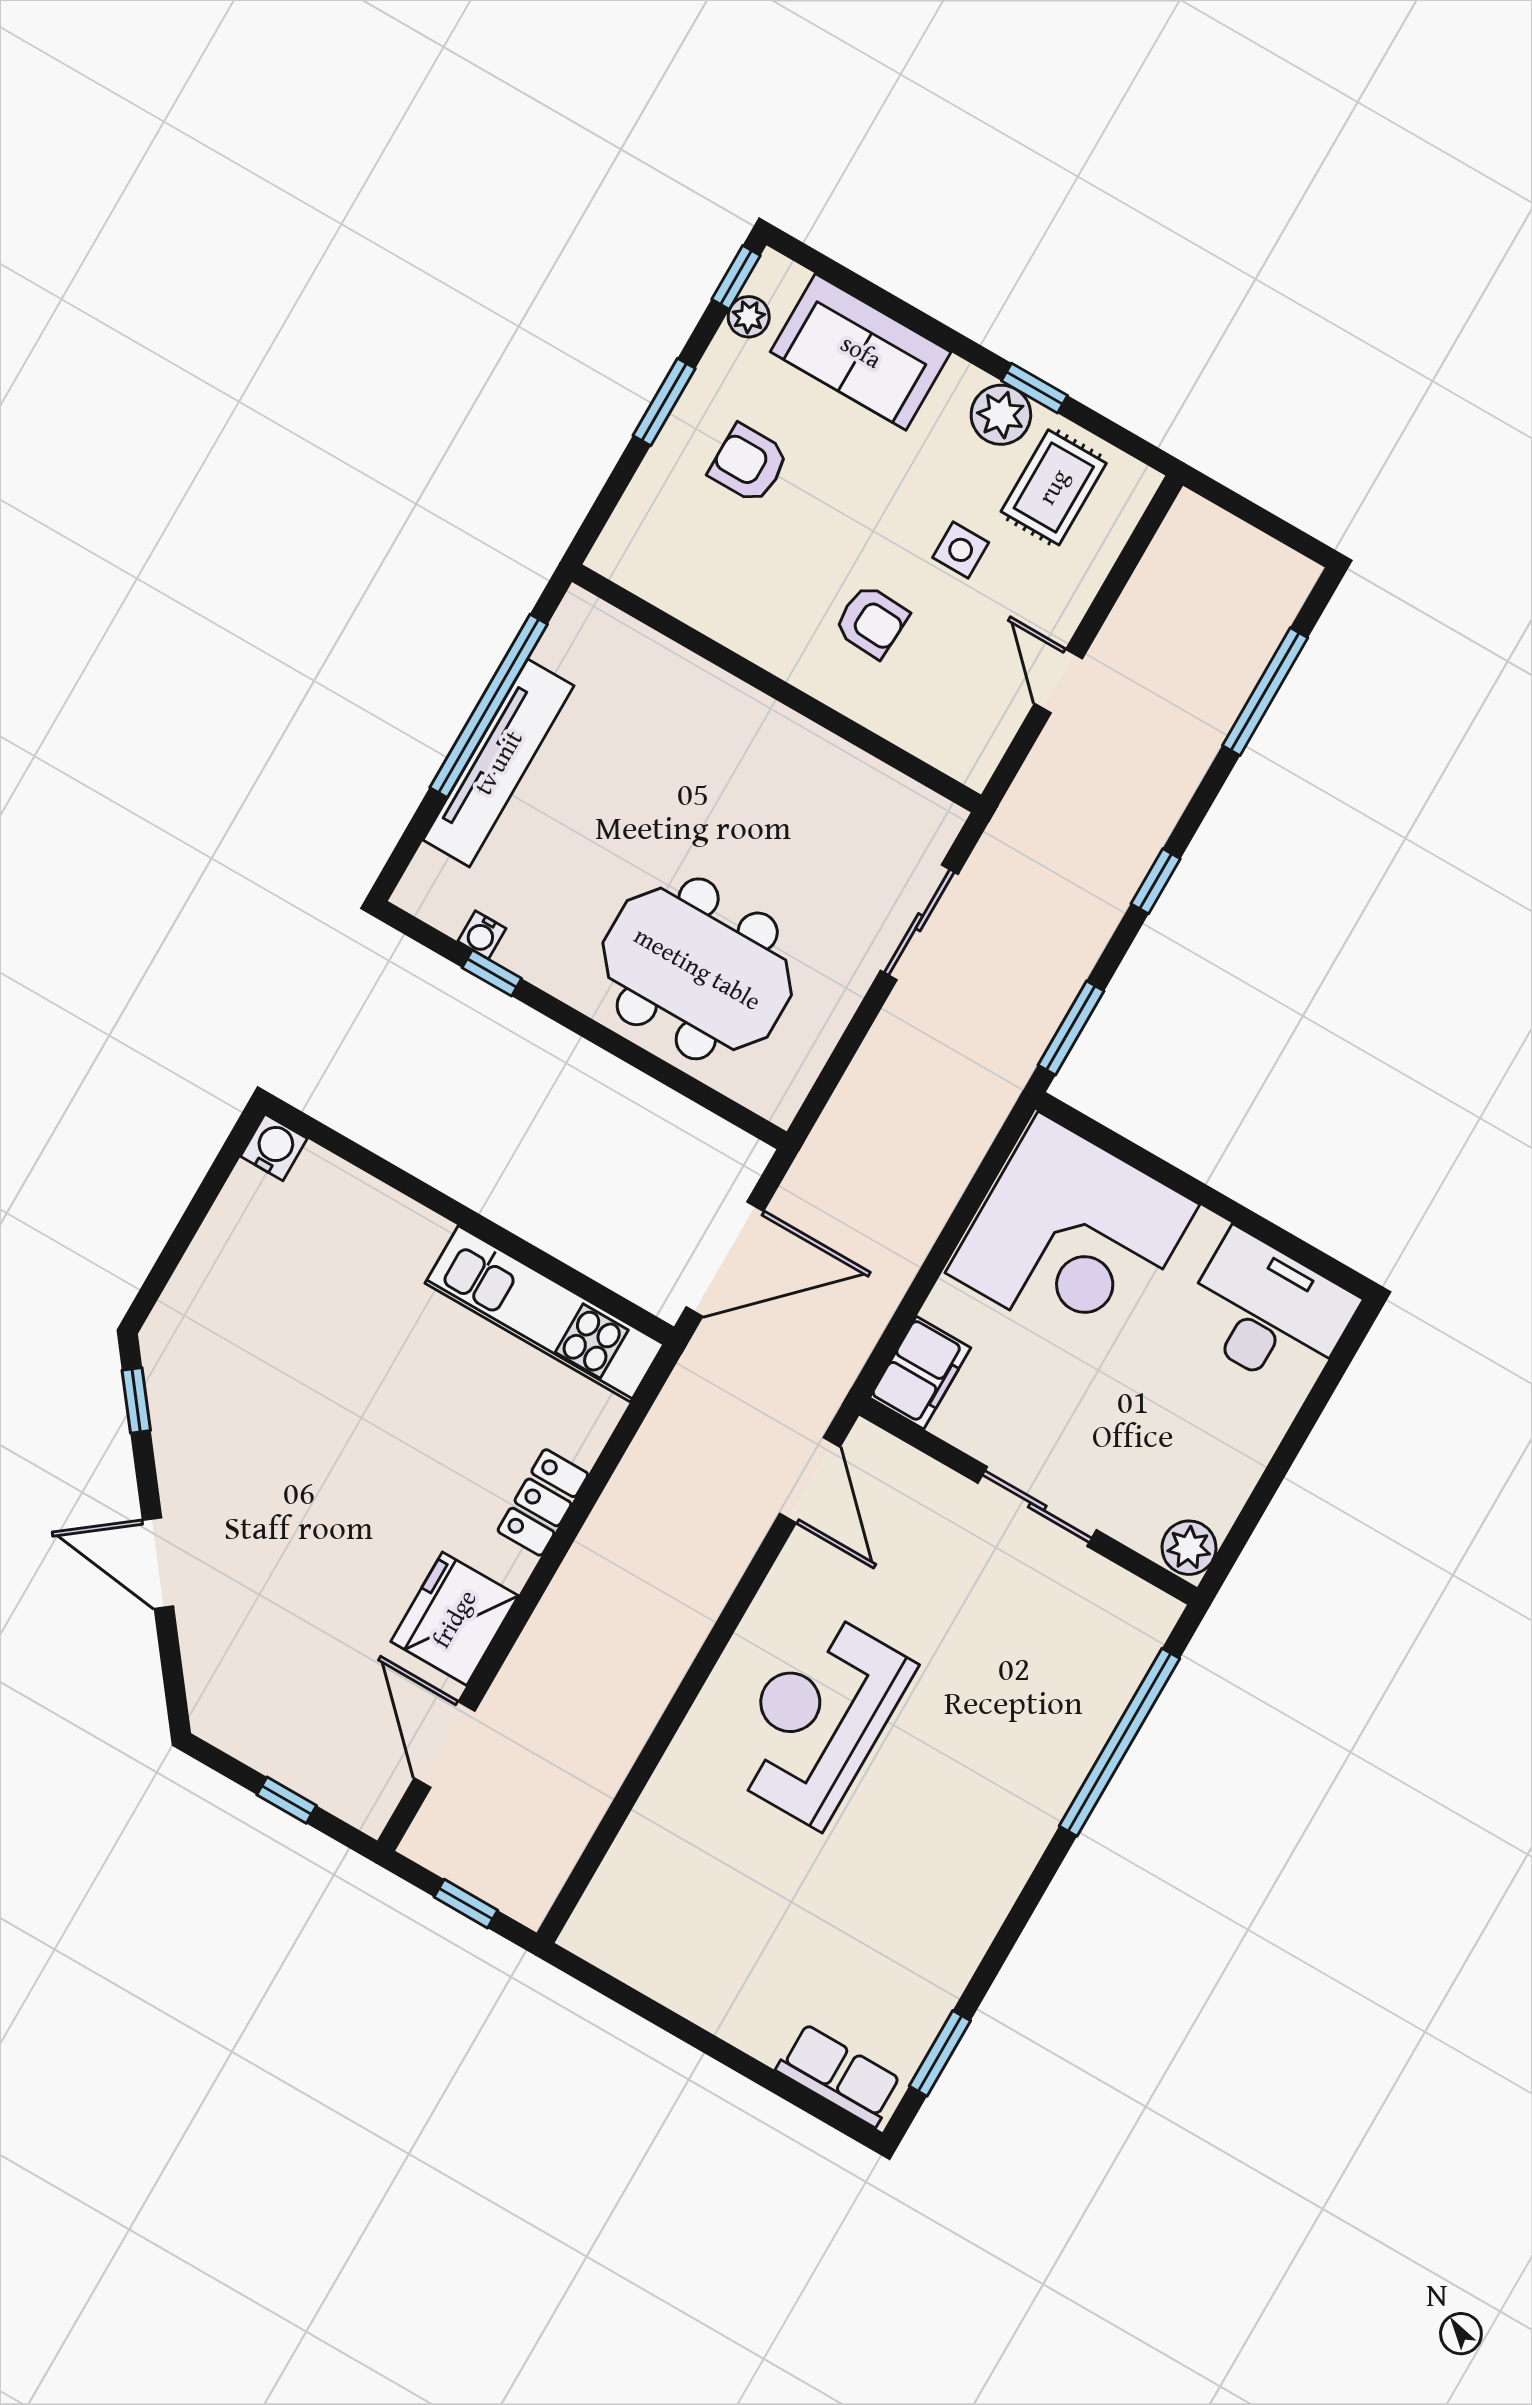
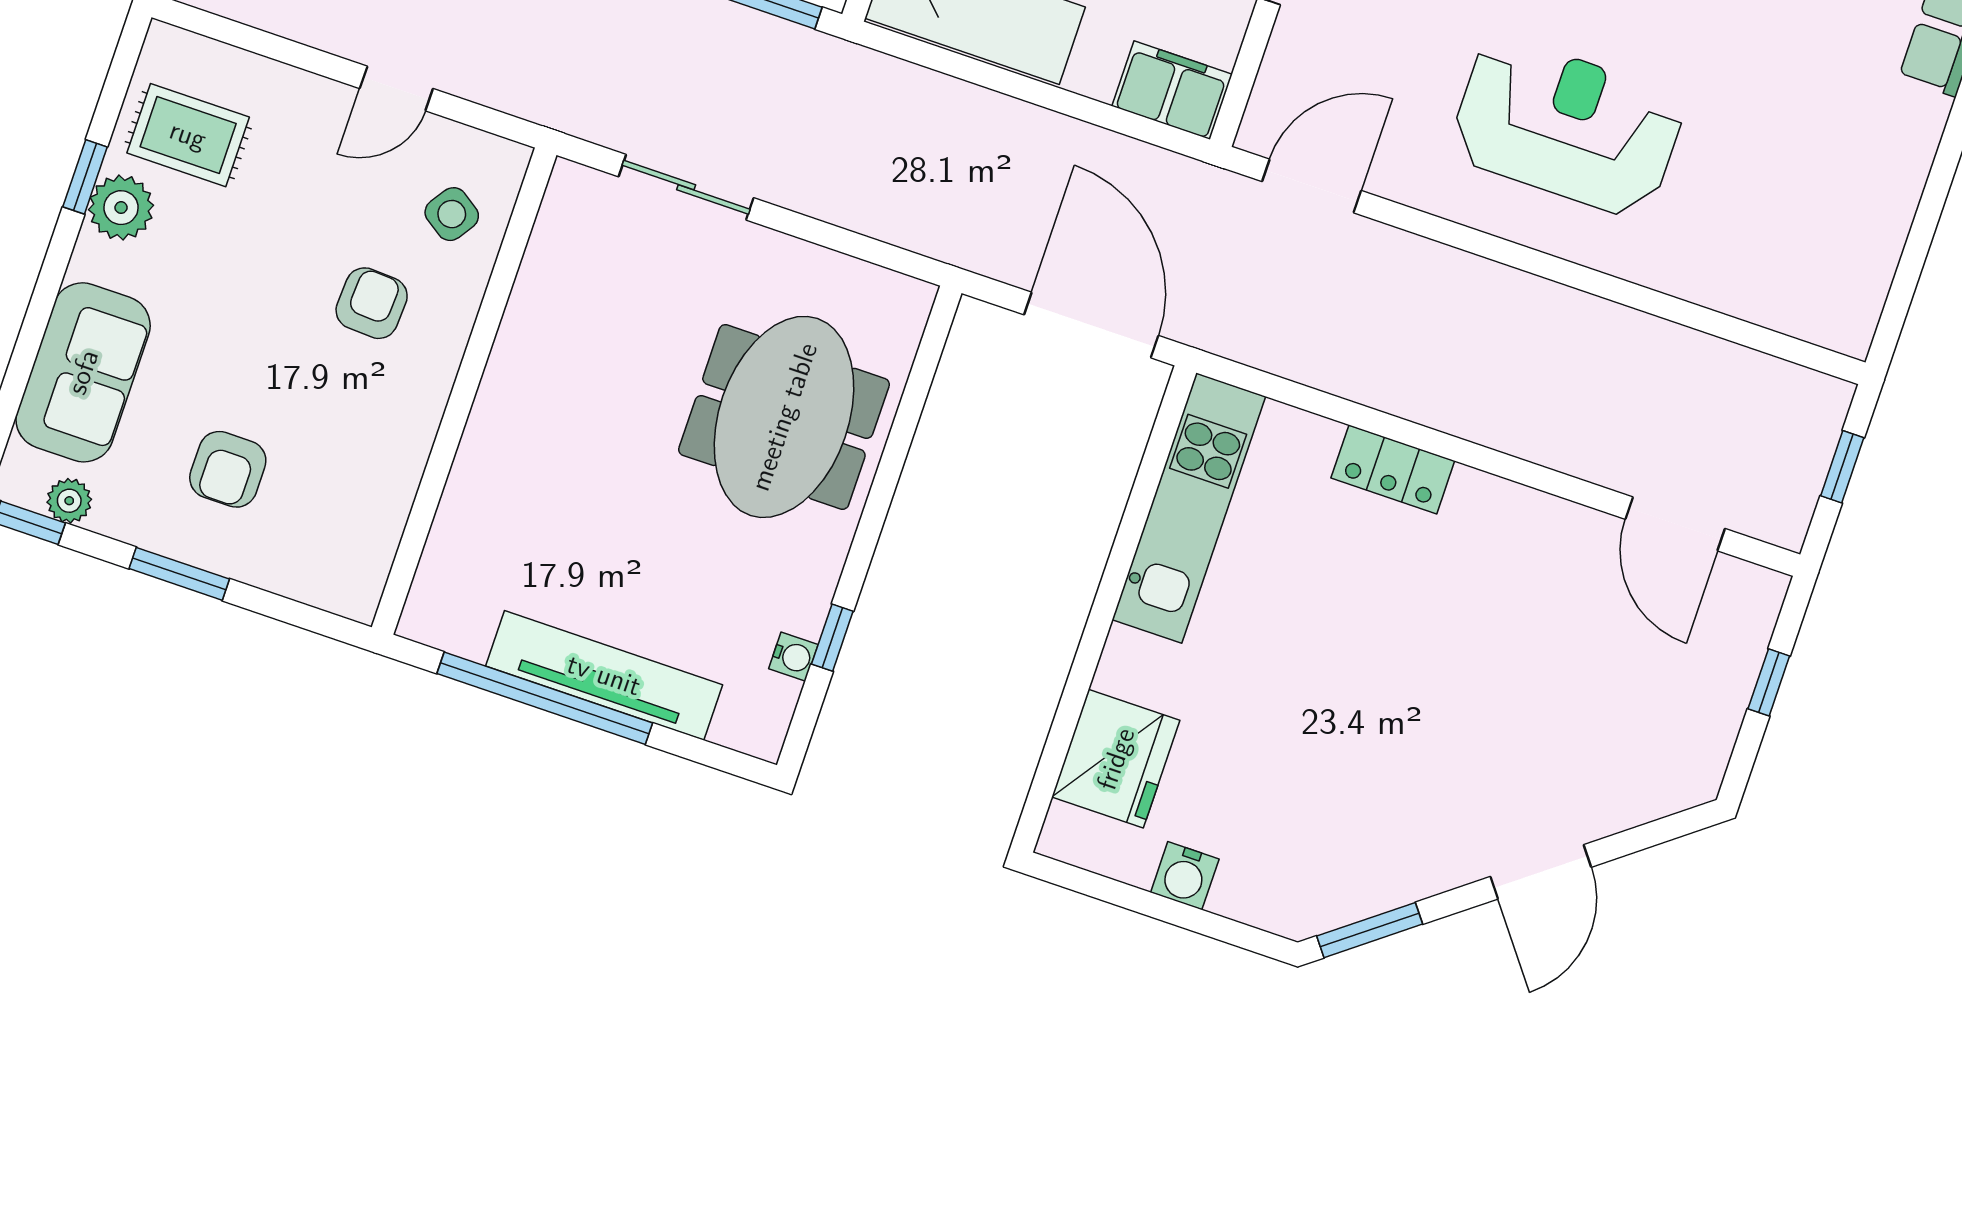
side table: (961, 550) -> (452, 214), moved, turned 34
water cooler: (274, 1147) -> (1185, 876), moved, turned -90
window: (136, 1400) -> (1370, 930), width x1.50
fridge: (455, 1619) -> (1116, 759), moved, turned -90
reception desk: (818, 1718) -> (1567, 127), turned 180
door: (444, 1745) -> (1675, 524), hinge flipped

